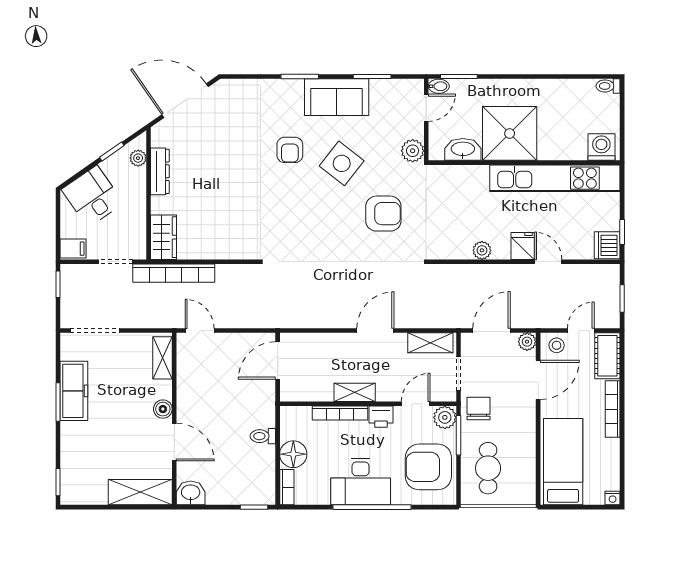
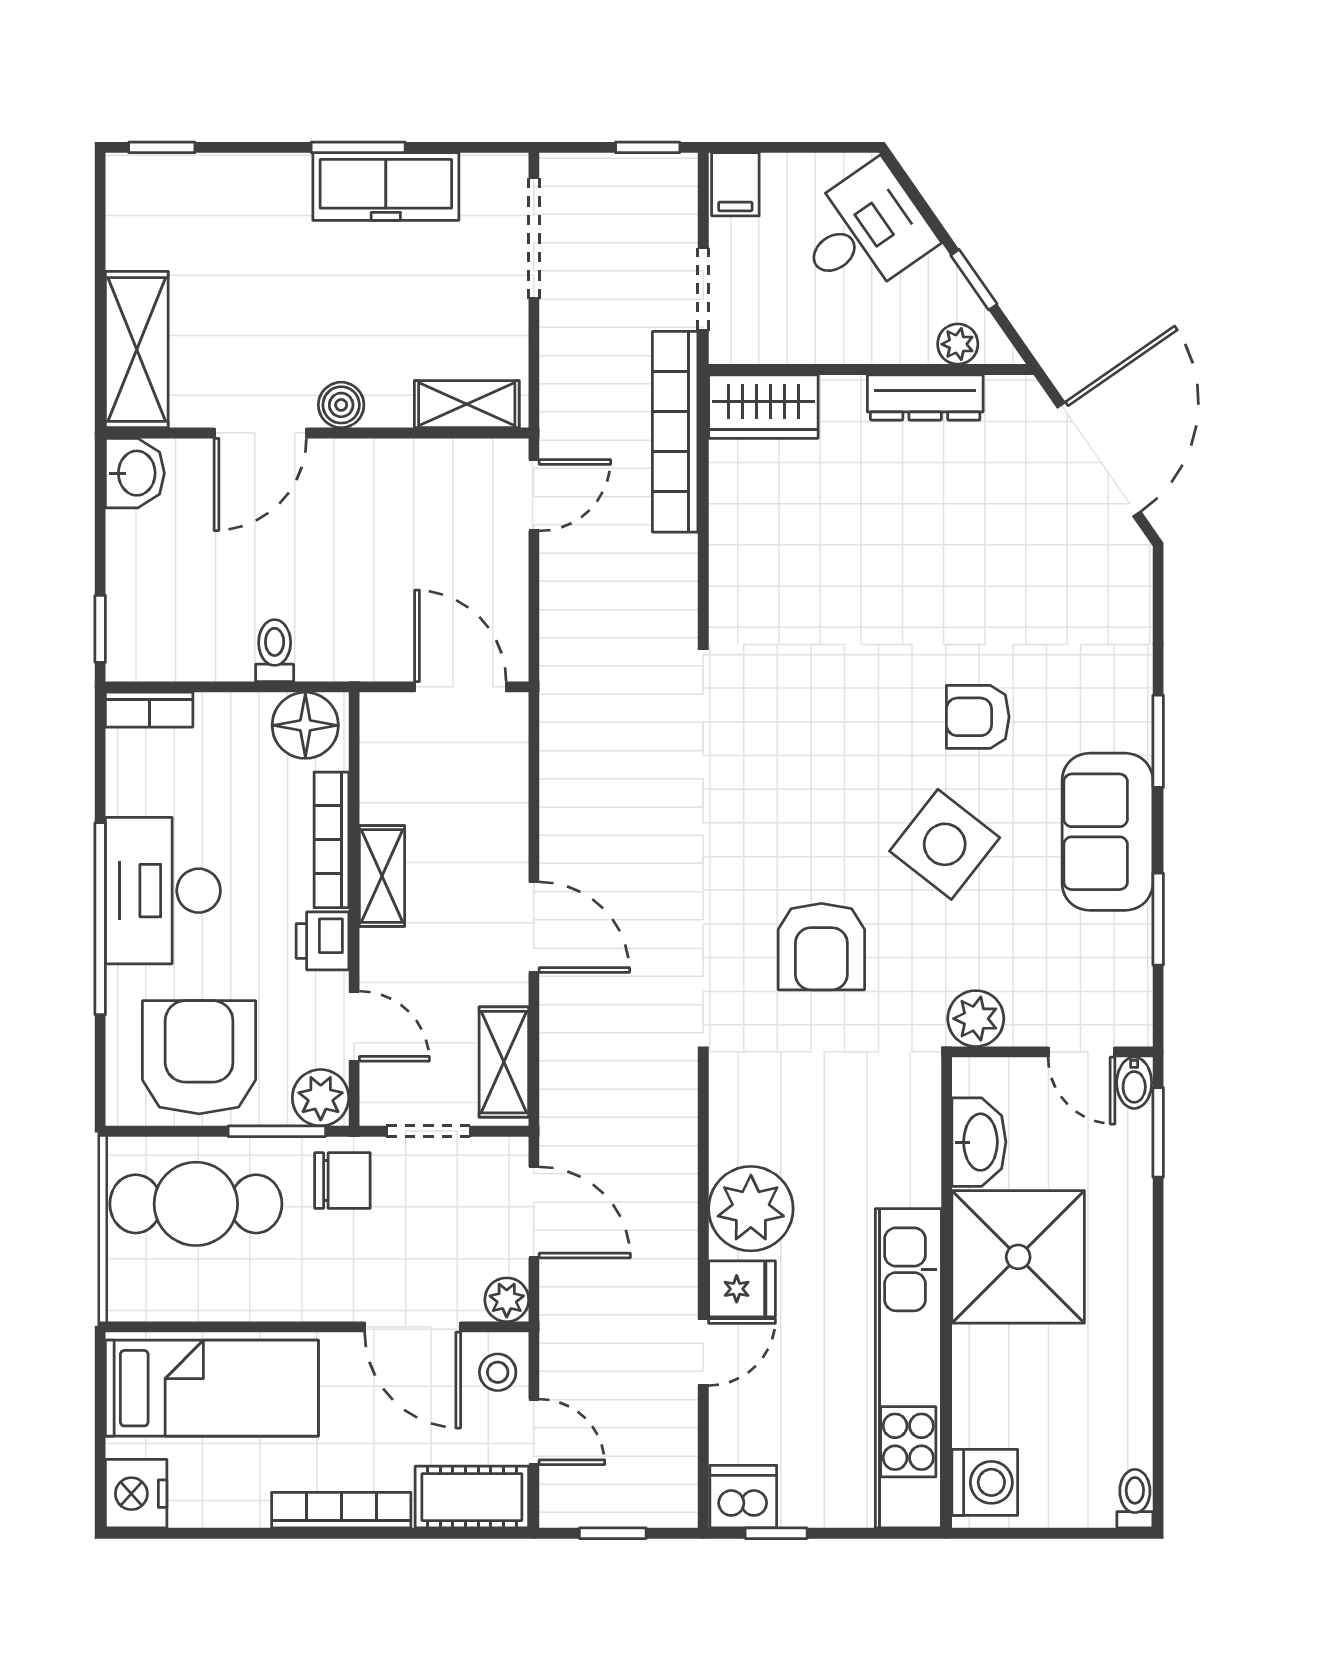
plant: (482, 250) -> (751, 1209), width x1.88, depth x1.88
floor lamp: (293, 454) -> (305, 725), moved
cafe table: (488, 468) -> (196, 1204), width x1.37, depth x1.35
nightstand: (613, 498) -> (136, 1494), width x1.89, depth x1.79

